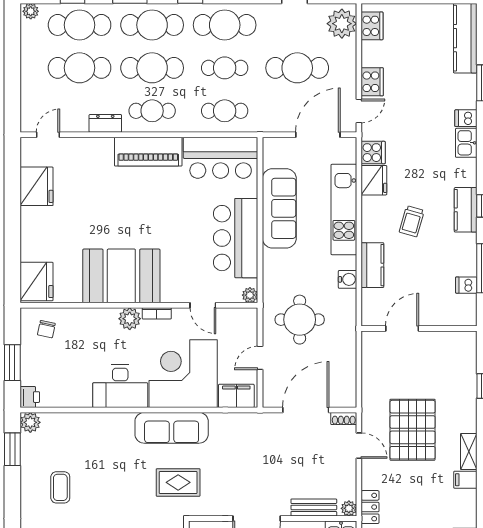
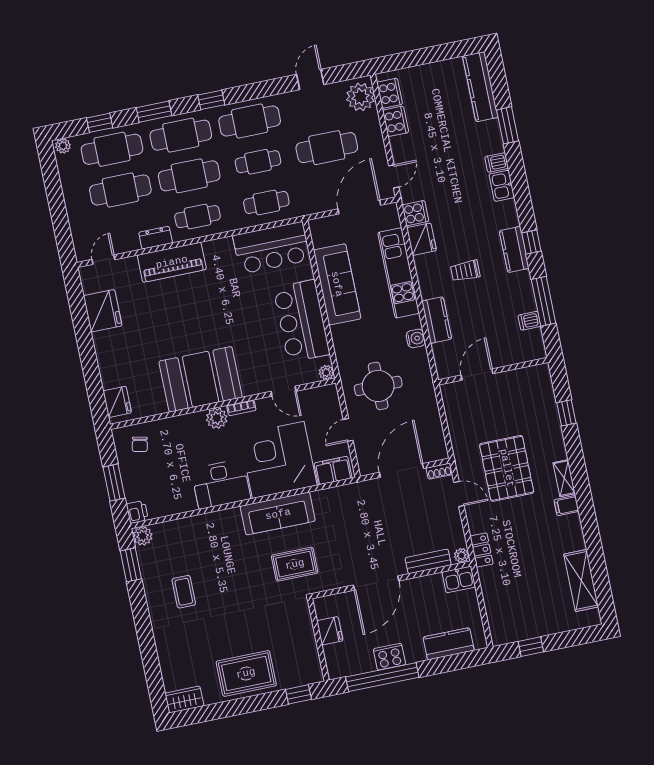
cooker: (372, 82) -> (396, 121), moved
piano: (148, 152) -> (172, 262), moved
trolley: (412, 221) -> (465, 271), turned 74
fridge: (37, 282) -> (117, 402), width x0.73, depth x0.75

